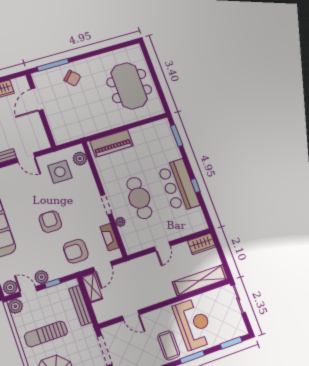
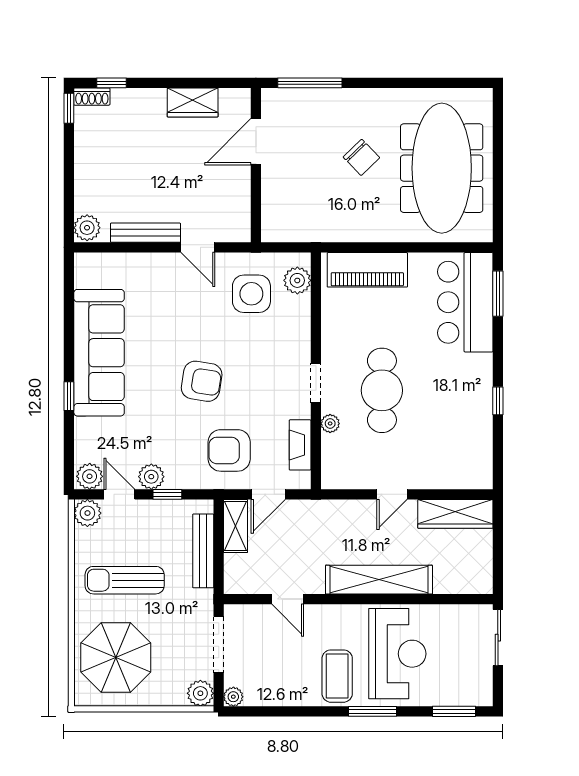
chair: (72, 78) -> (361, 157), moved
meeting table: (129, 86) -> (442, 168), width x1.36
bar counter: (179, 186) -> (465, 302), moved
armchair: (50, 222) -> (202, 381), turned 99
wardrobe: (202, 244) -> (455, 514), width x1.50
shelving: (200, 280) -> (379, 580), moved

